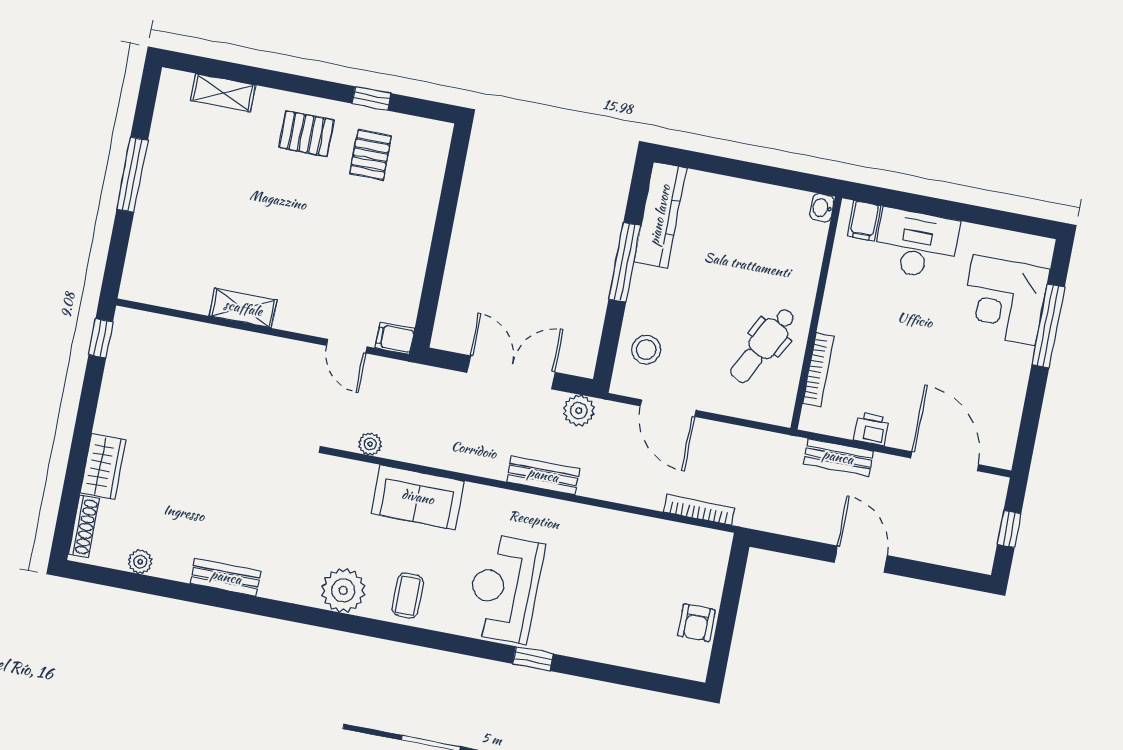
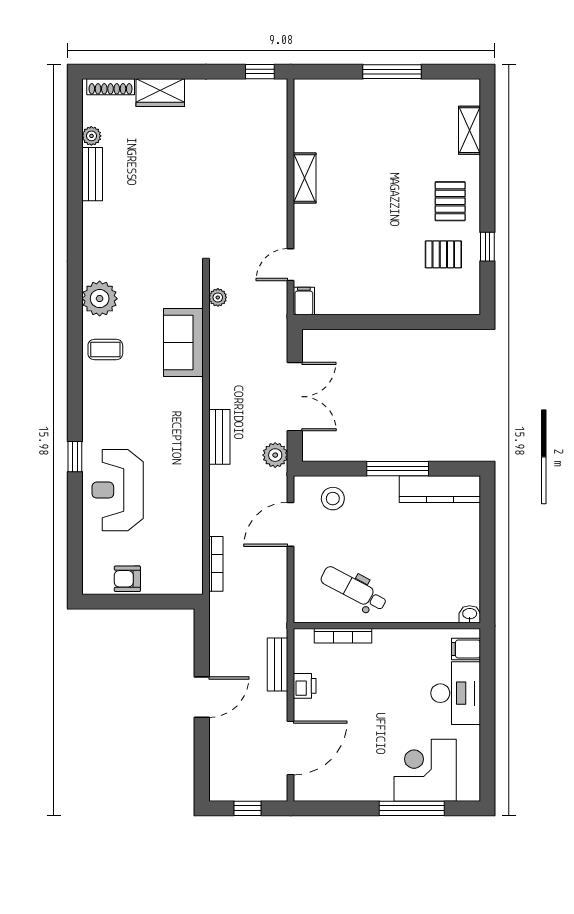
bench: (226, 577) -> (92, 174), moved
reception desk: (504, 589) -> (118, 490), moved, turned -90

